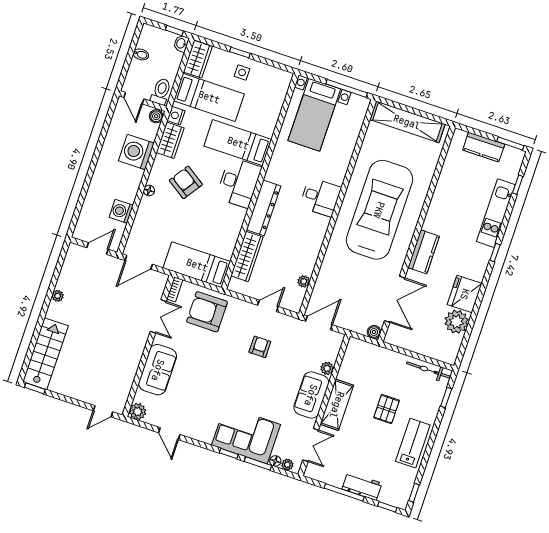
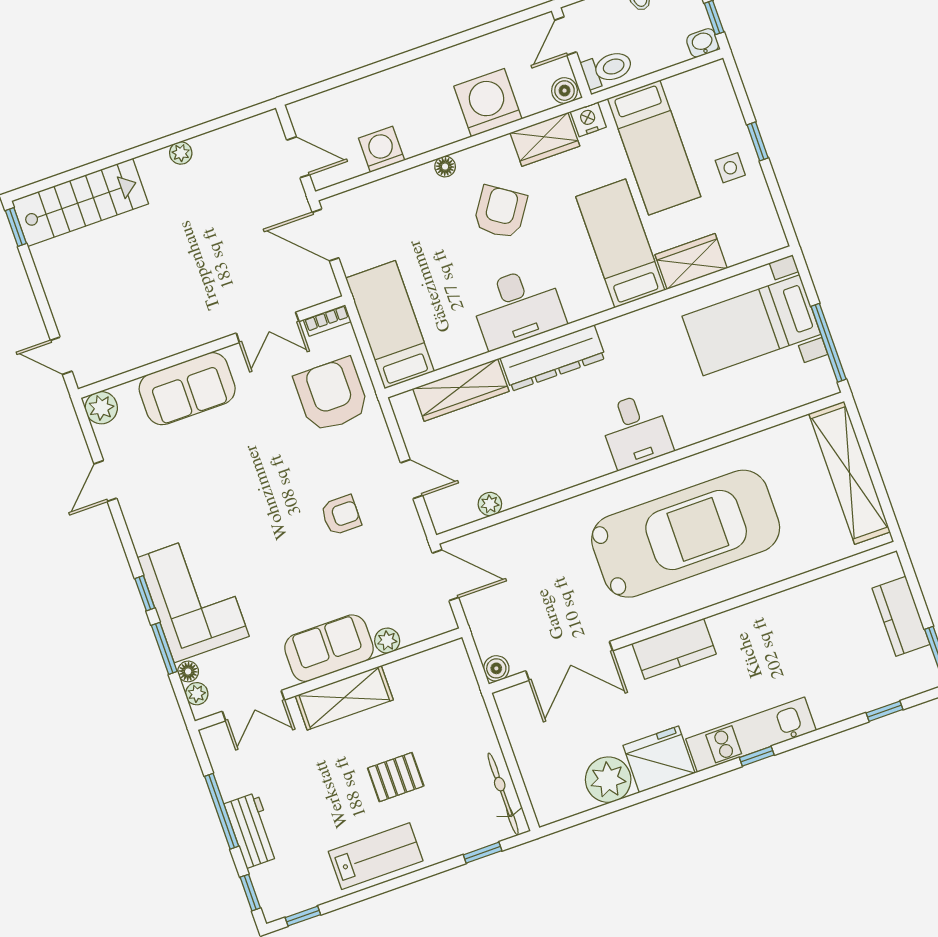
wardrobe: (198, 59) -> (691, 261), moved, turned 180
desk: (239, 182) -> (518, 307), moved
kitchen unit: (496, 213) -> (751, 735), moved

